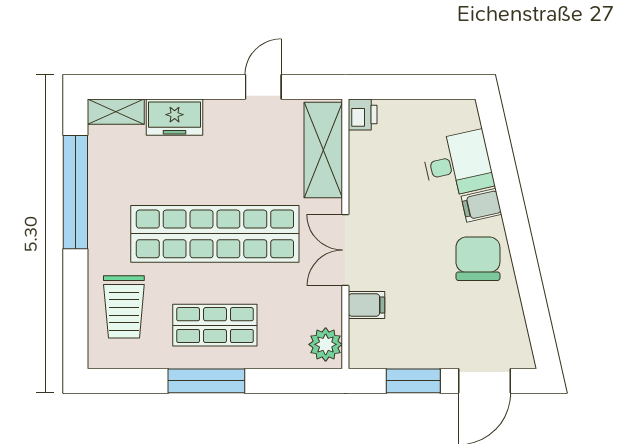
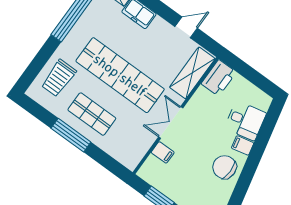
printer: (363, 115) -> (219, 78), width x1.87, depth x1.48
chair: (478, 259) -> (225, 167), turned -90
plant: (326, 344) -> (133, 157), removed

